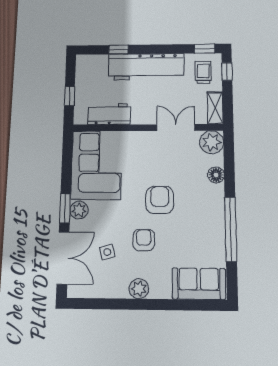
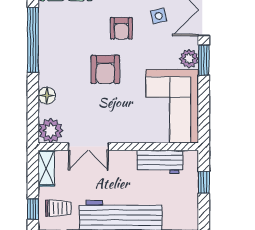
trolley: (203, 72) -> (58, 208), turned -90

